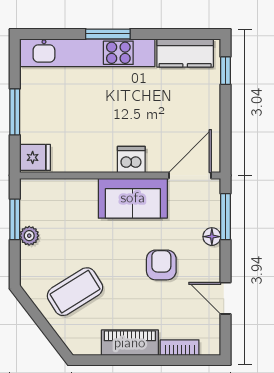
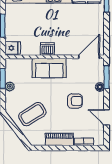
dishwasher: (131, 159) -> (47, 49), moved
sofa: (133, 198) -> (49, 68), moved
armchair: (161, 265) -> (75, 101), turned 90

